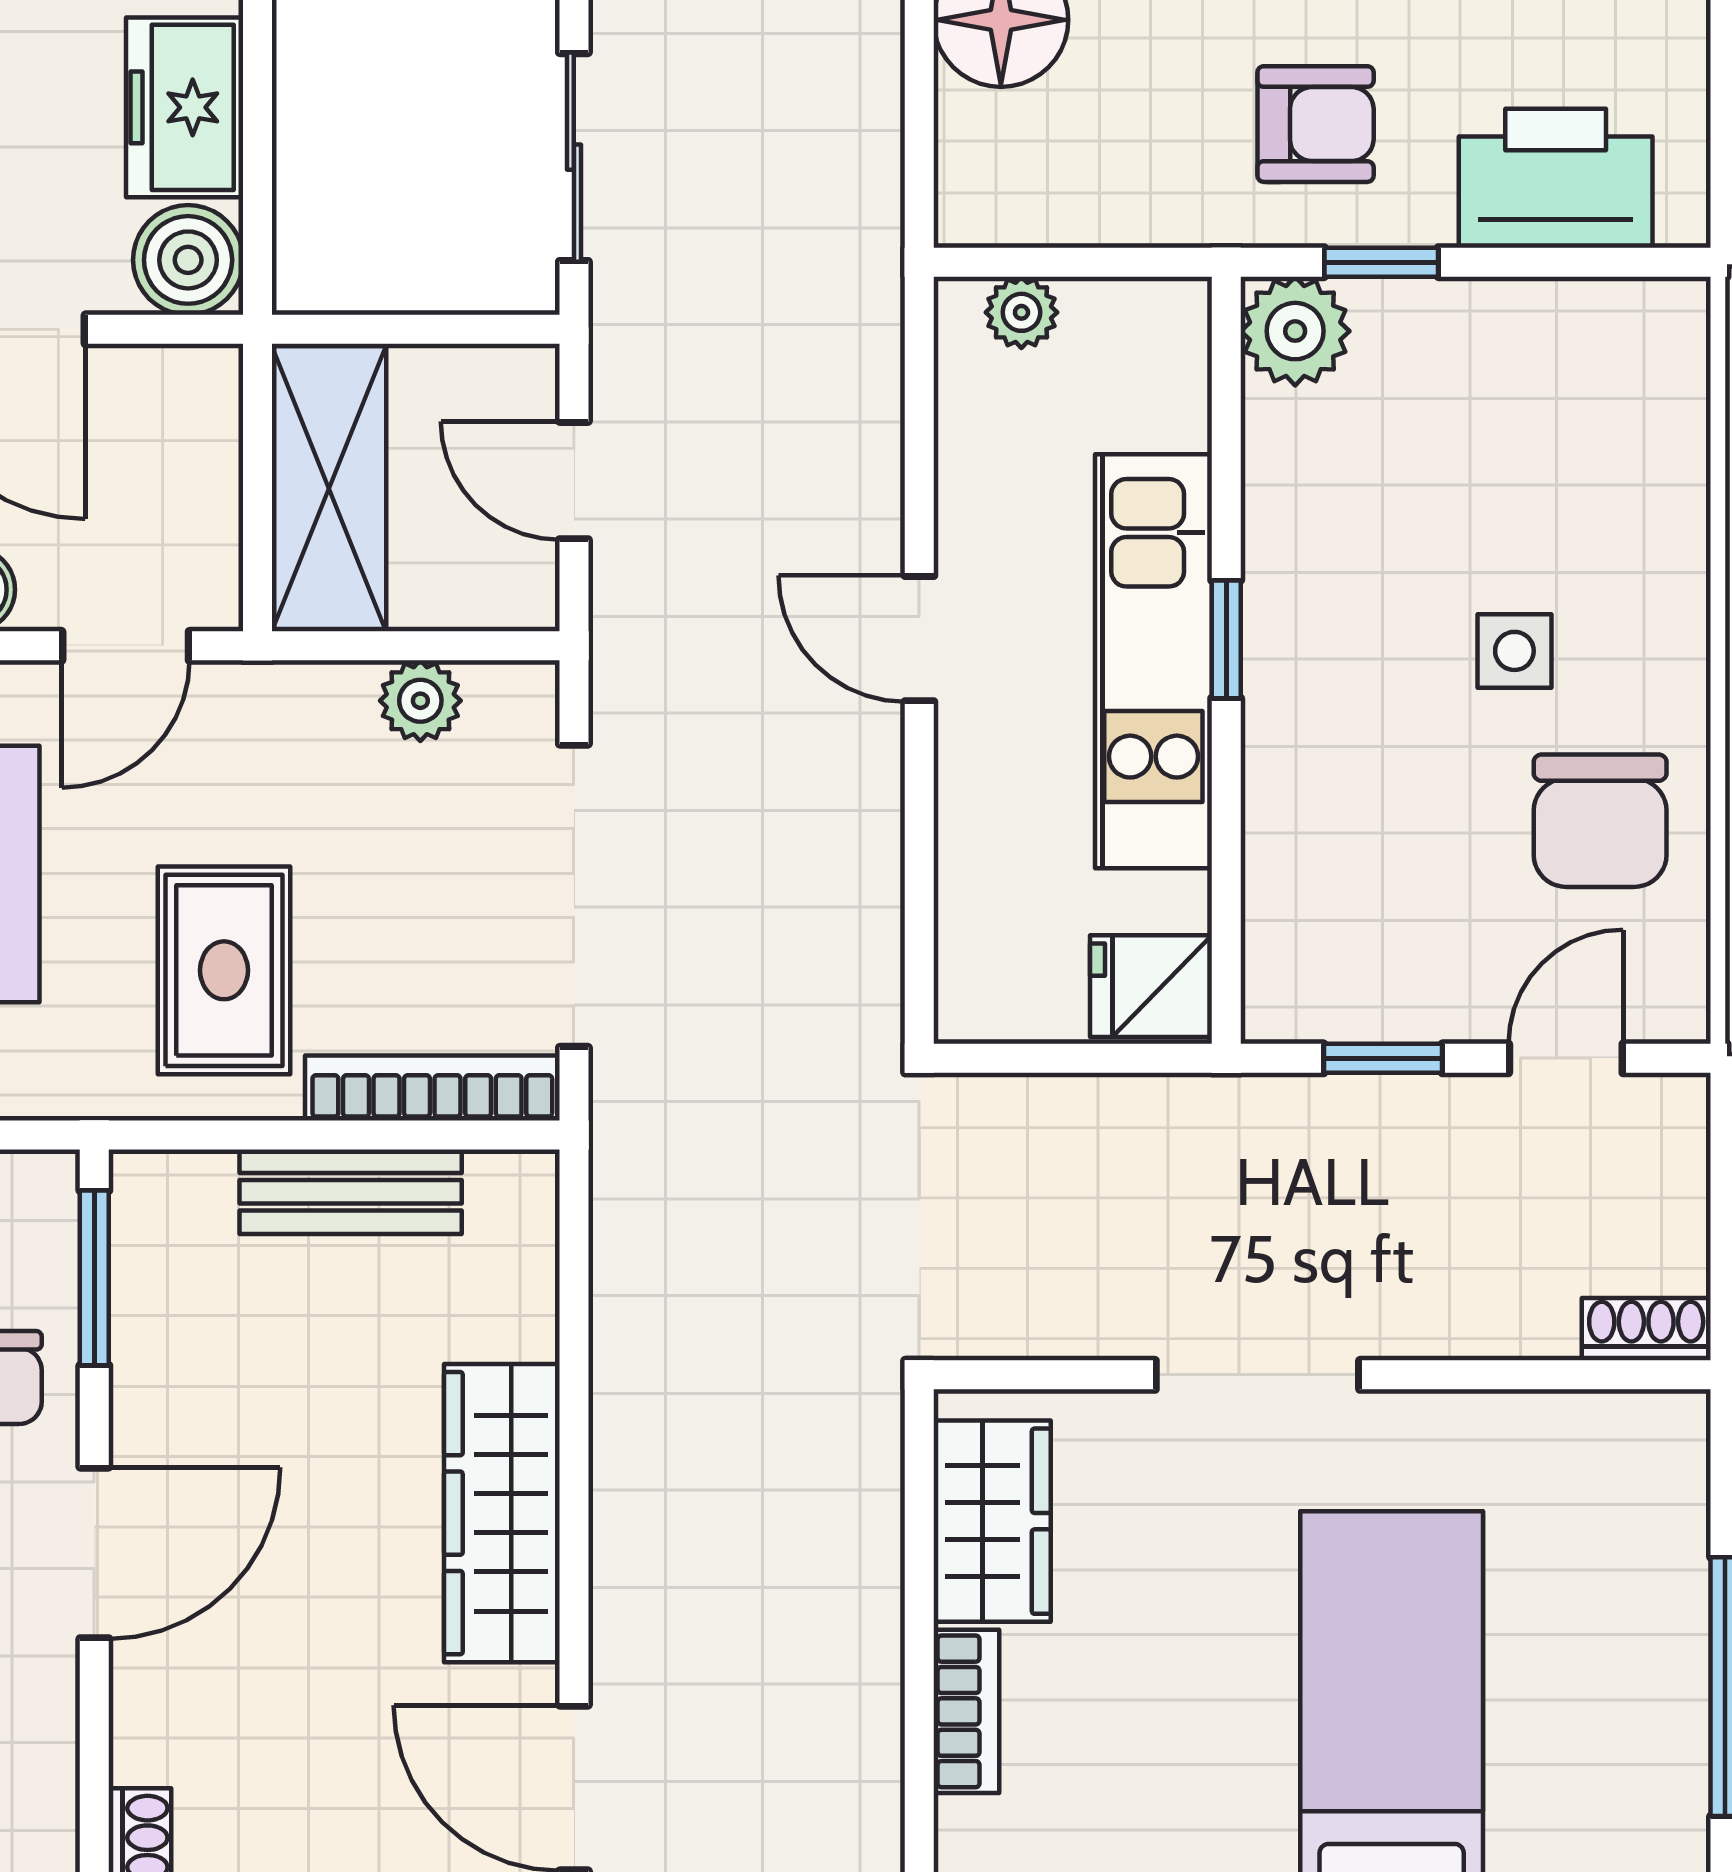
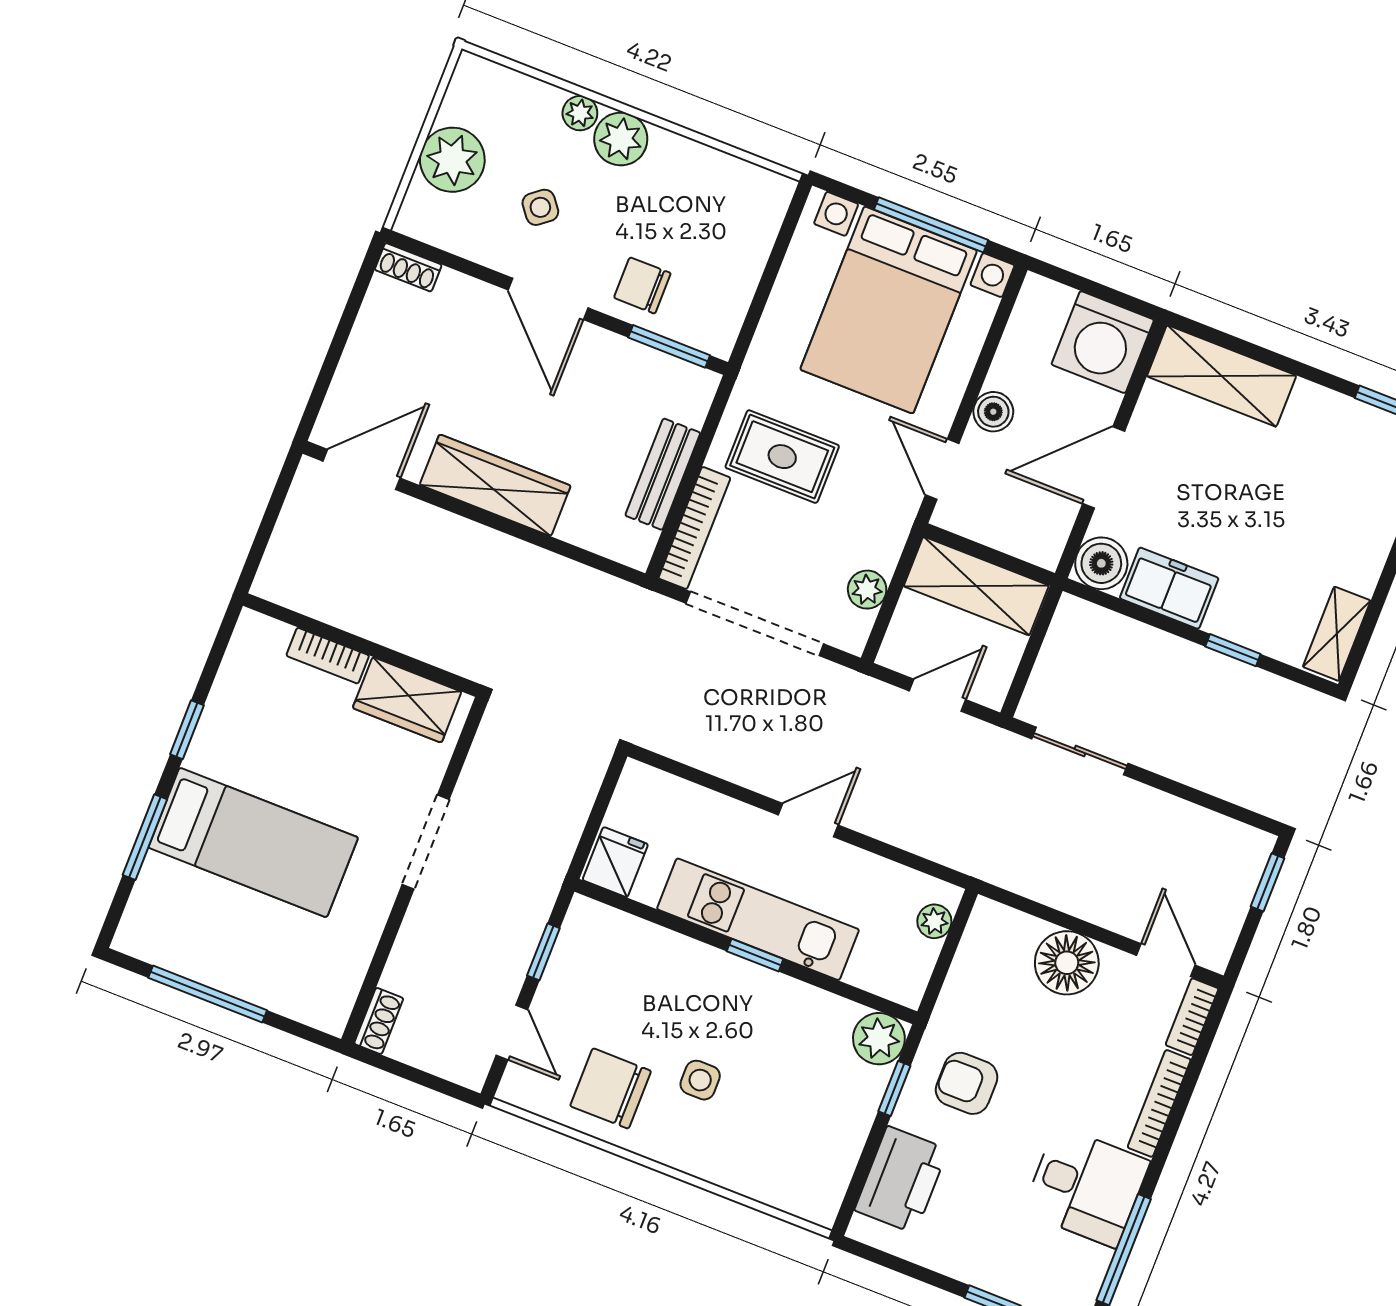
armchair: (1316, 124) -> (967, 1083), turned 90

